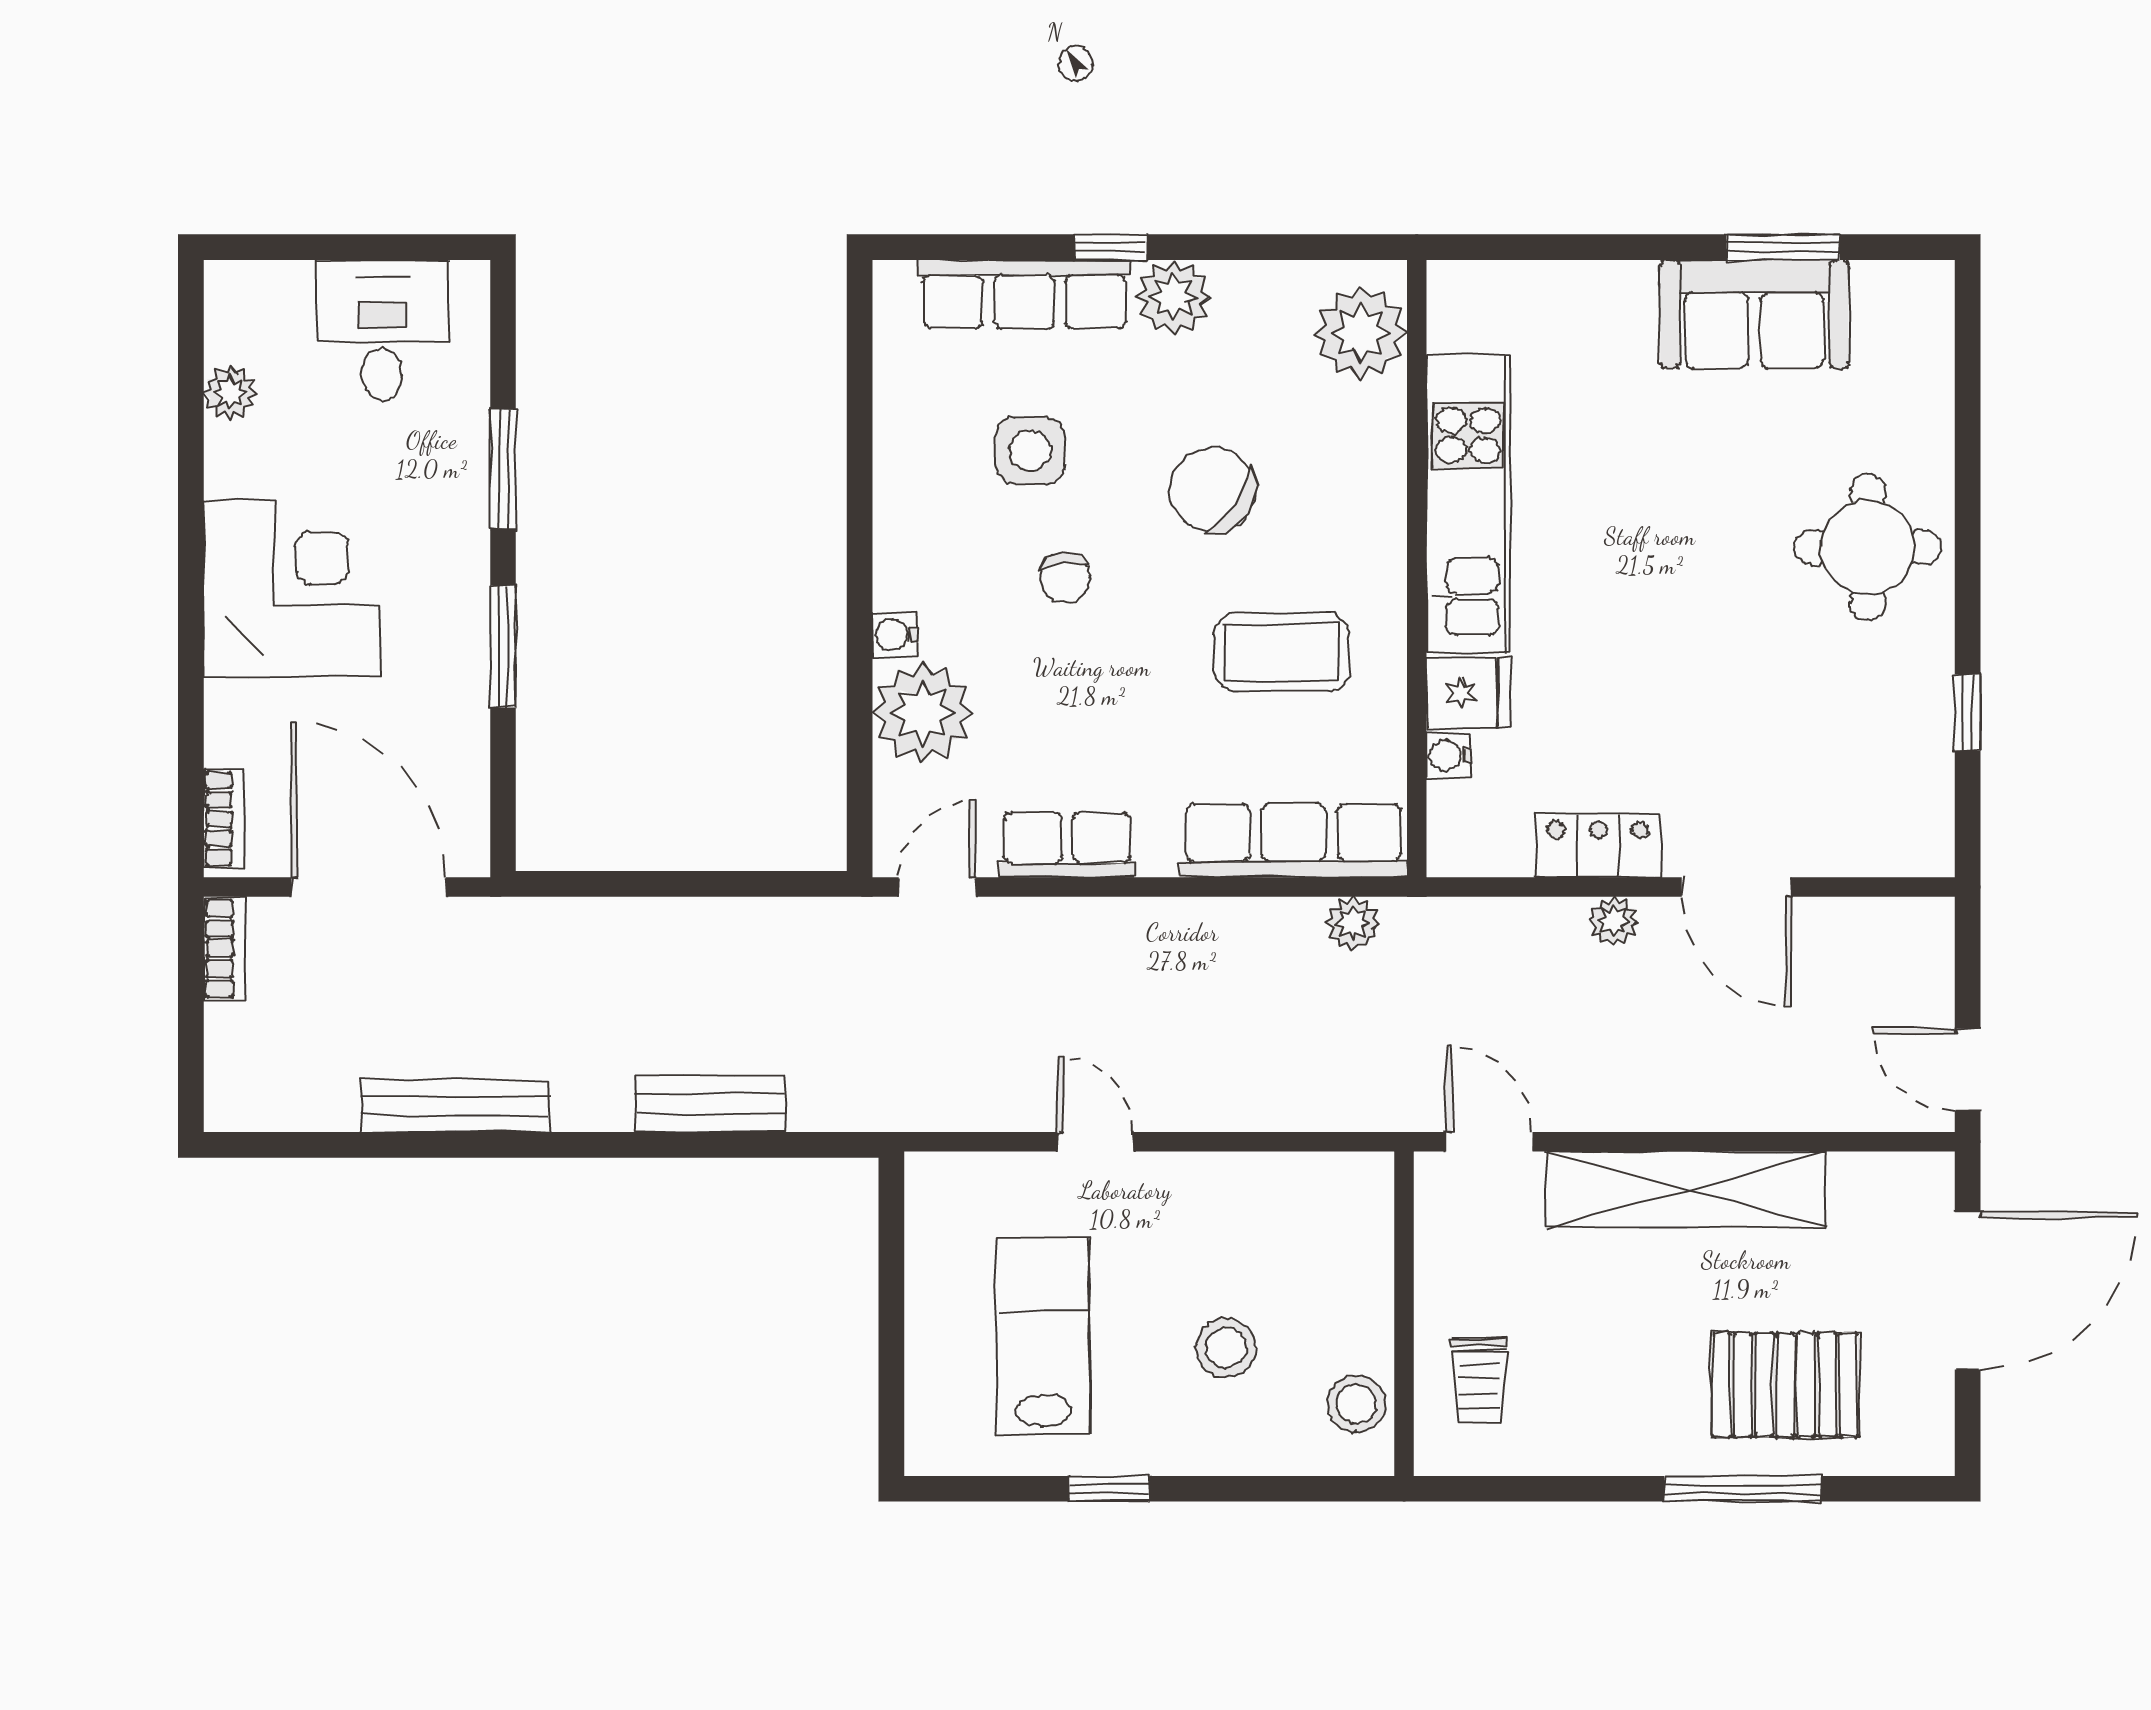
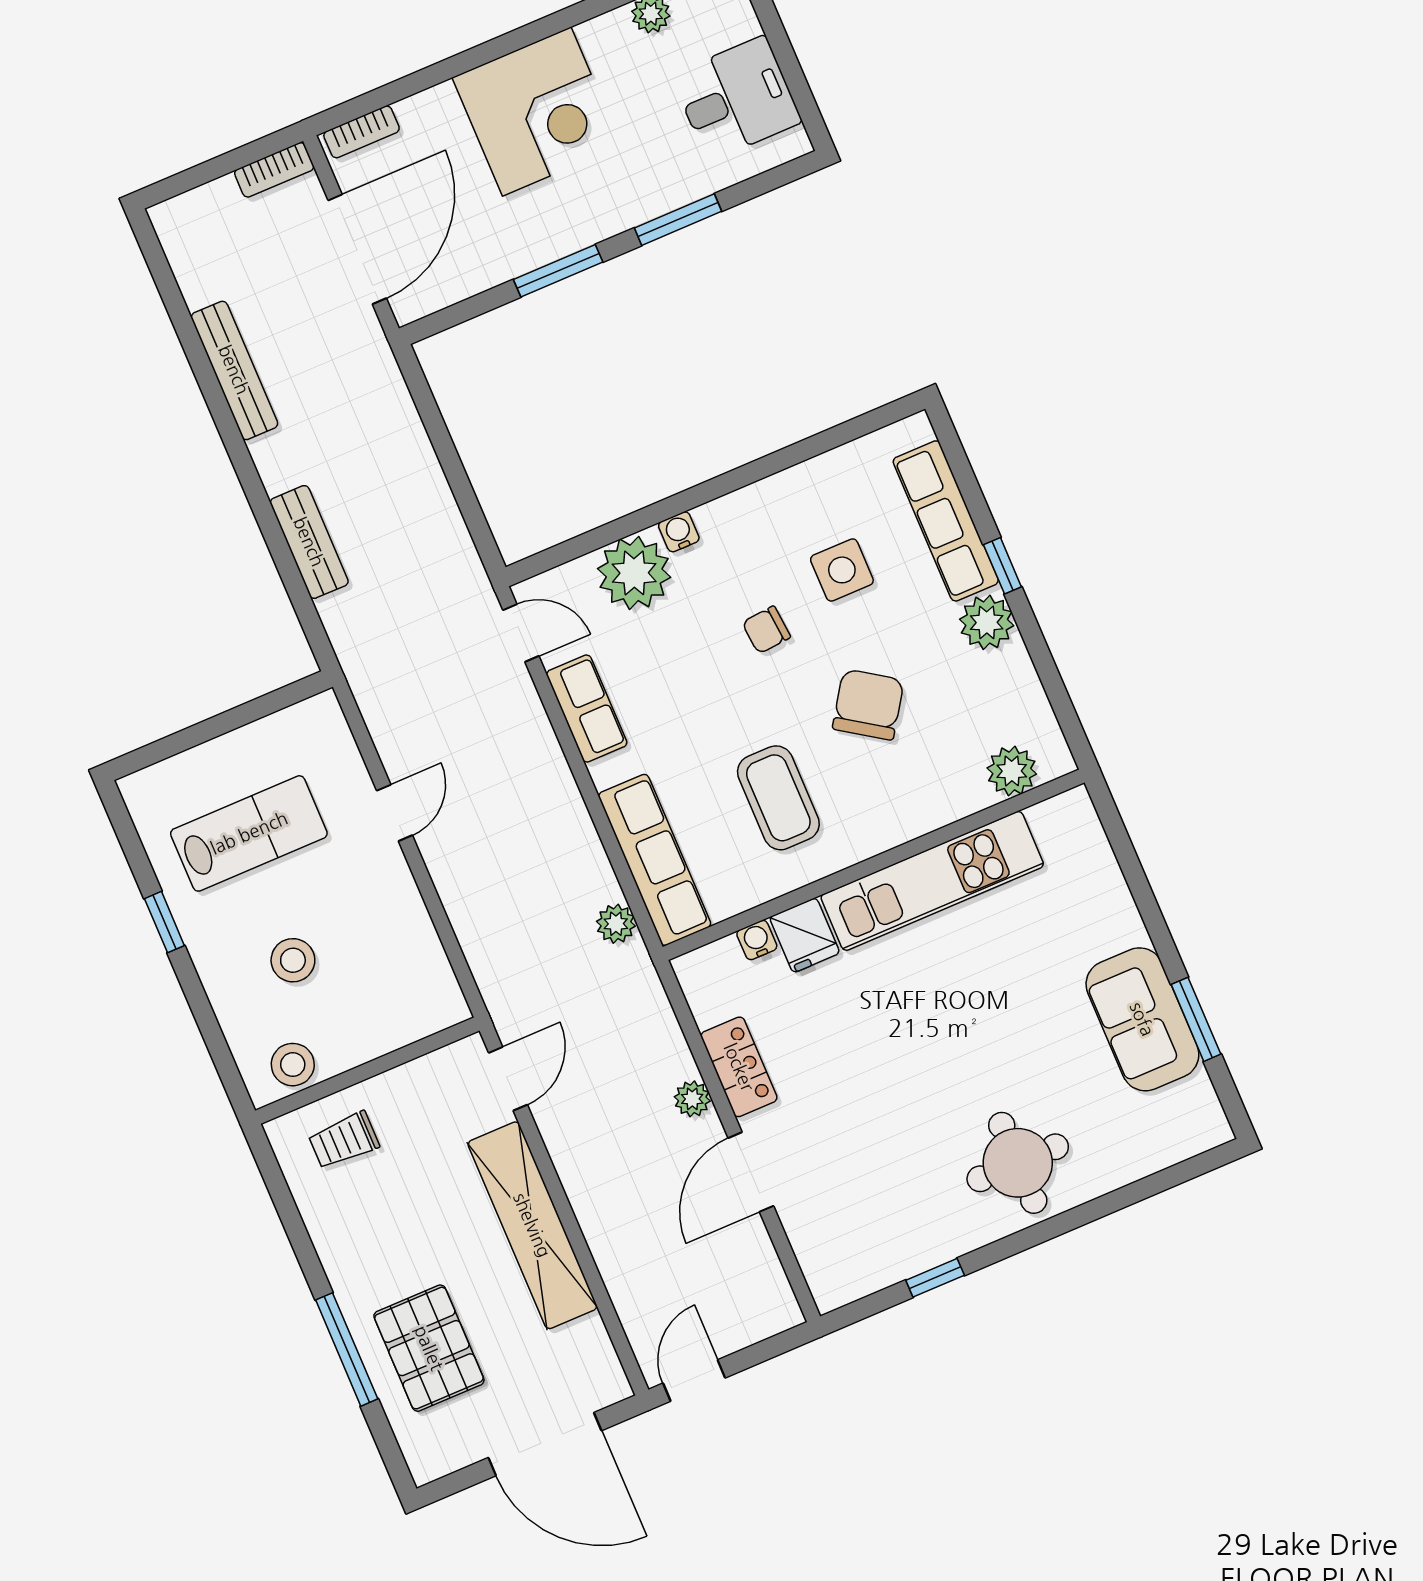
plant: (1361, 333) -> (1012, 771), width x0.73, depth x0.73

